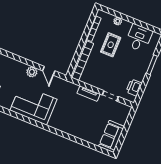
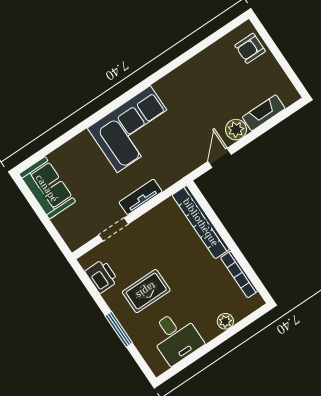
rug: (111, 45) -> (146, 291), moved, turned 90
fireplace: (17, 65) -> (264, 113), added
door: (49, 71) -> (220, 158), hinge flipped
corner sofa: (34, 105) -> (134, 129), moved

